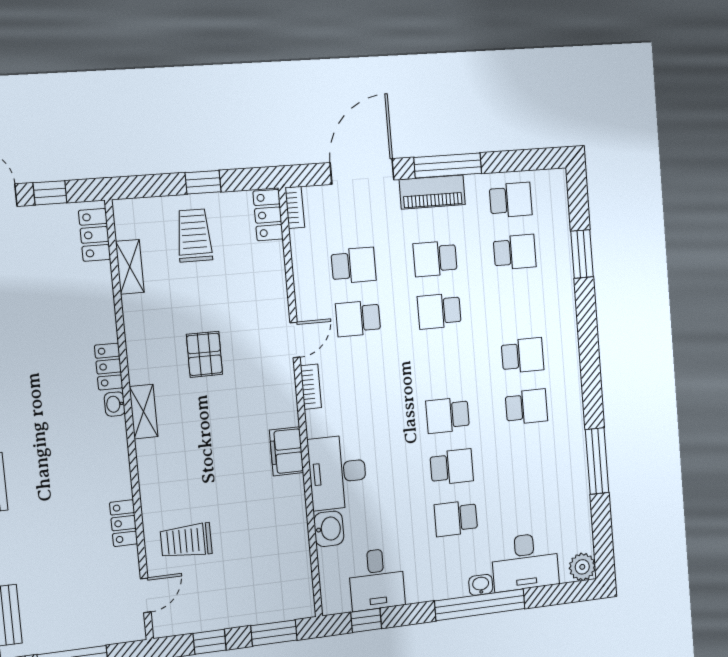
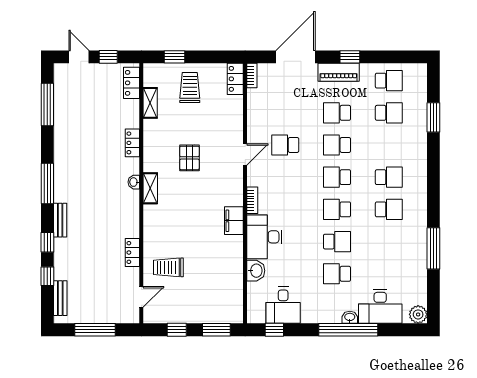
window: (448, 165) -> (350, 57), width x0.46
window: (203, 182) -> (174, 57), moved
school desk: (354, 265) -> (337, 177), moved, turned 180
locker: (109, 367) -> (132, 143), moved
bookcase: (311, 387) -> (252, 200), moved

